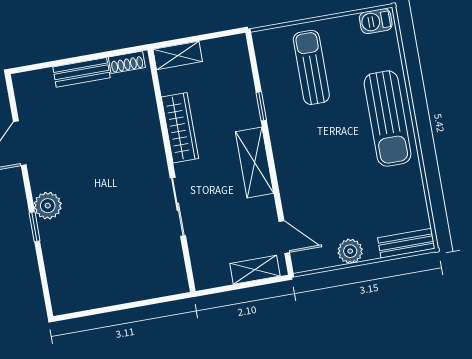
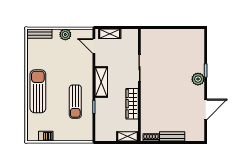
barbecue: (376, 21) -> (46, 136), moved
sun lounger: (311, 67) -> (75, 102), moved

